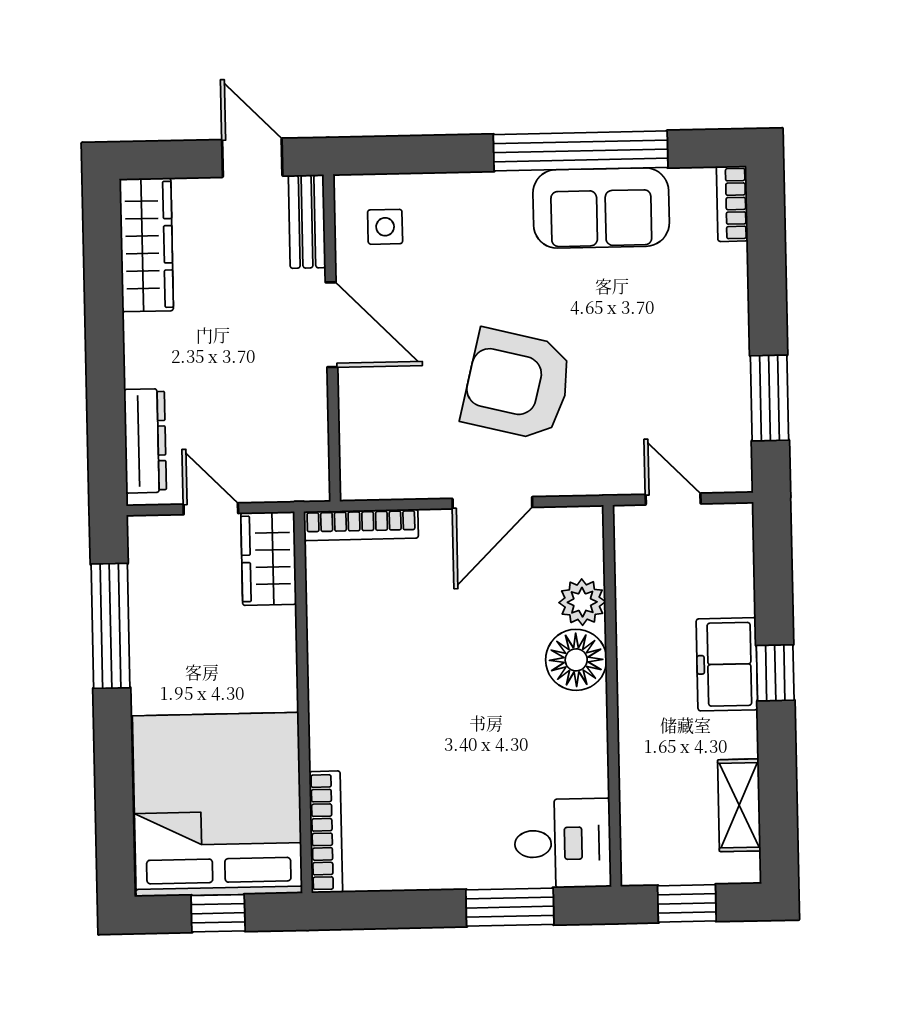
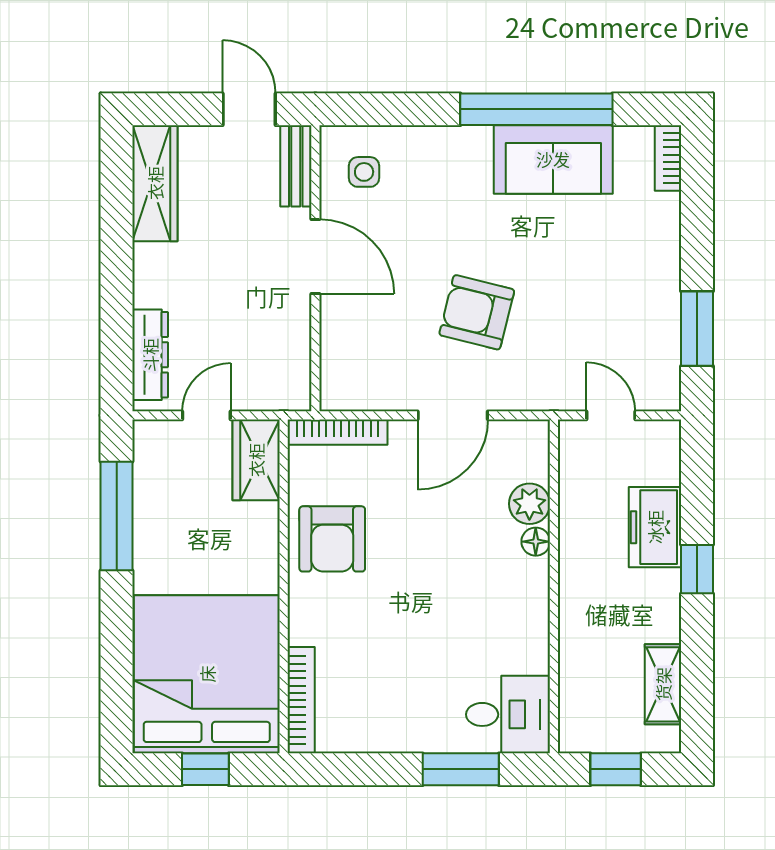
armchair: (517, 385) -> (477, 312), width x0.73, depth x0.73
door: (211, 509) -> (206, 415), hinge flipped
armchair: (358, 647) -> (332, 539), added
floor lamp: (576, 660) -> (536, 542), width x0.53, depth x0.53
freezer: (727, 664) -> (655, 527), moved

